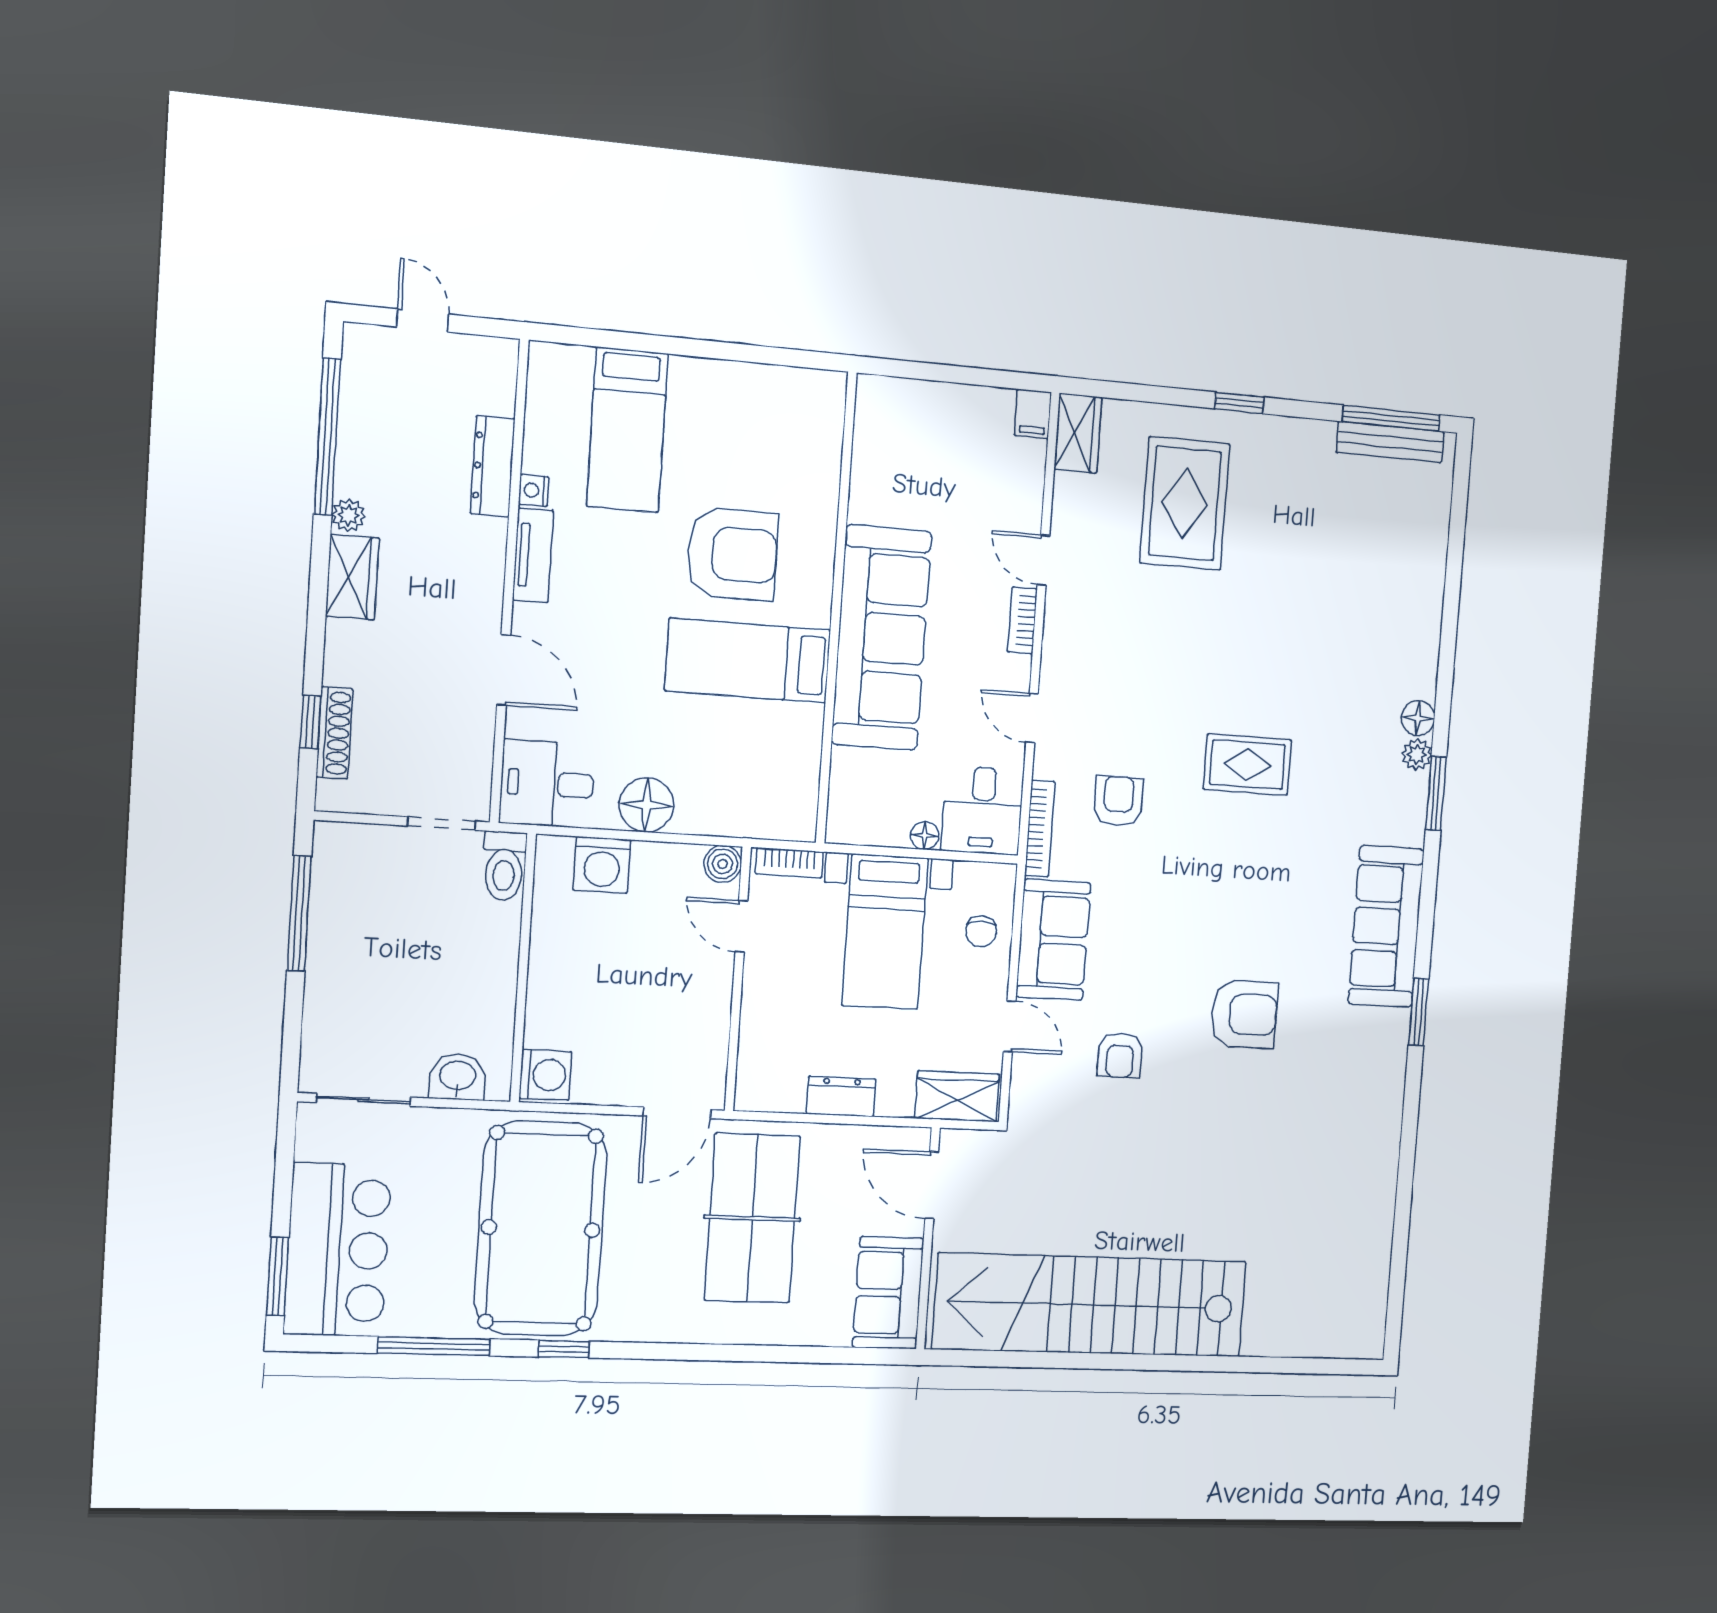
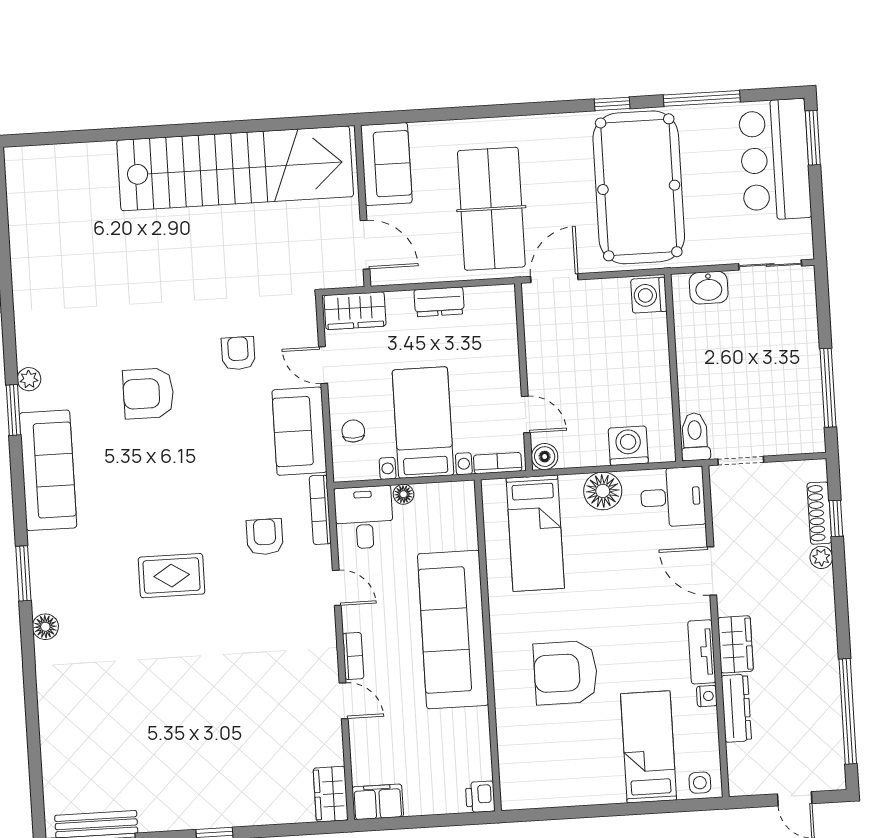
side table: (560, 366) -> (700, 783), added
printer: (874, 396) -> (480, 797), added
filing cabinet: (1033, 414) -> (378, 802), width x2.00
rug: (1185, 503) -> (245, 756), removed
plant: (349, 515) -> (821, 557), moved
wardrobe: (352, 577) -> (735, 644), moved, turned 180
bed: (748, 661) -> (535, 533), moved, turned 90
plant: (1417, 755) -> (29, 379), moved
armchair: (1118, 801) -> (265, 537), turned 180

